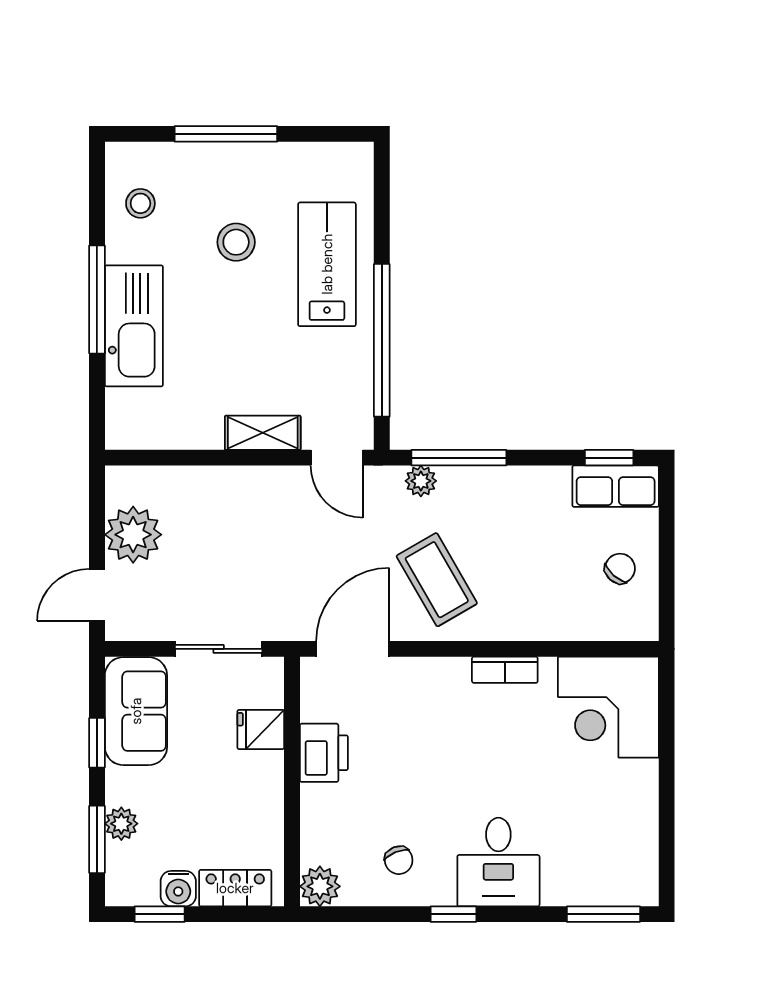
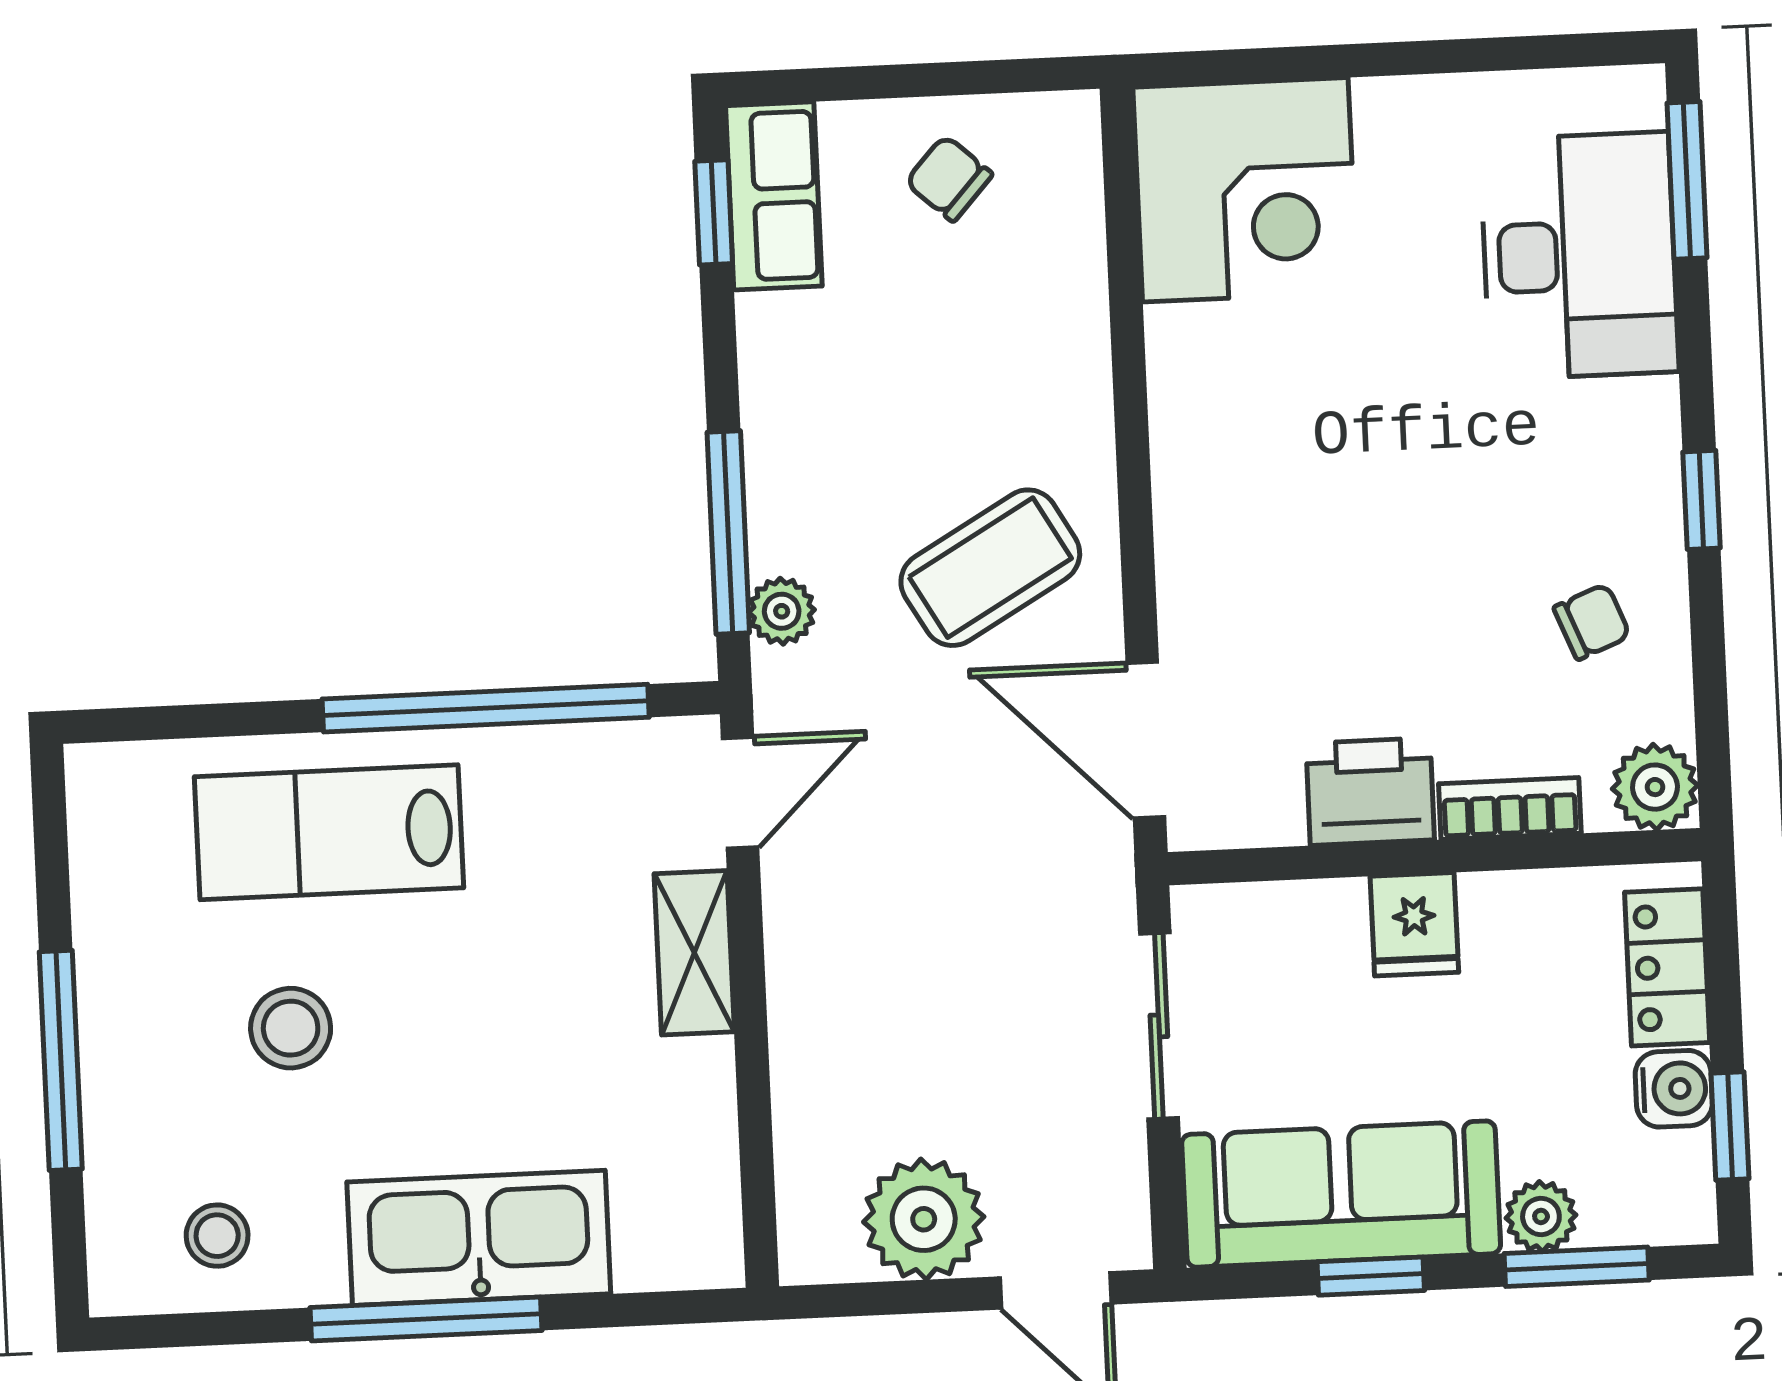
bookcase: (505, 670) -> (1510, 809), moved, turned -90
sofa: (136, 711) -> (1341, 1194), width x1.36
fridge: (261, 729) -> (1414, 924), moved
desk: (498, 862) -> (1579, 256), moved, width x1.37

